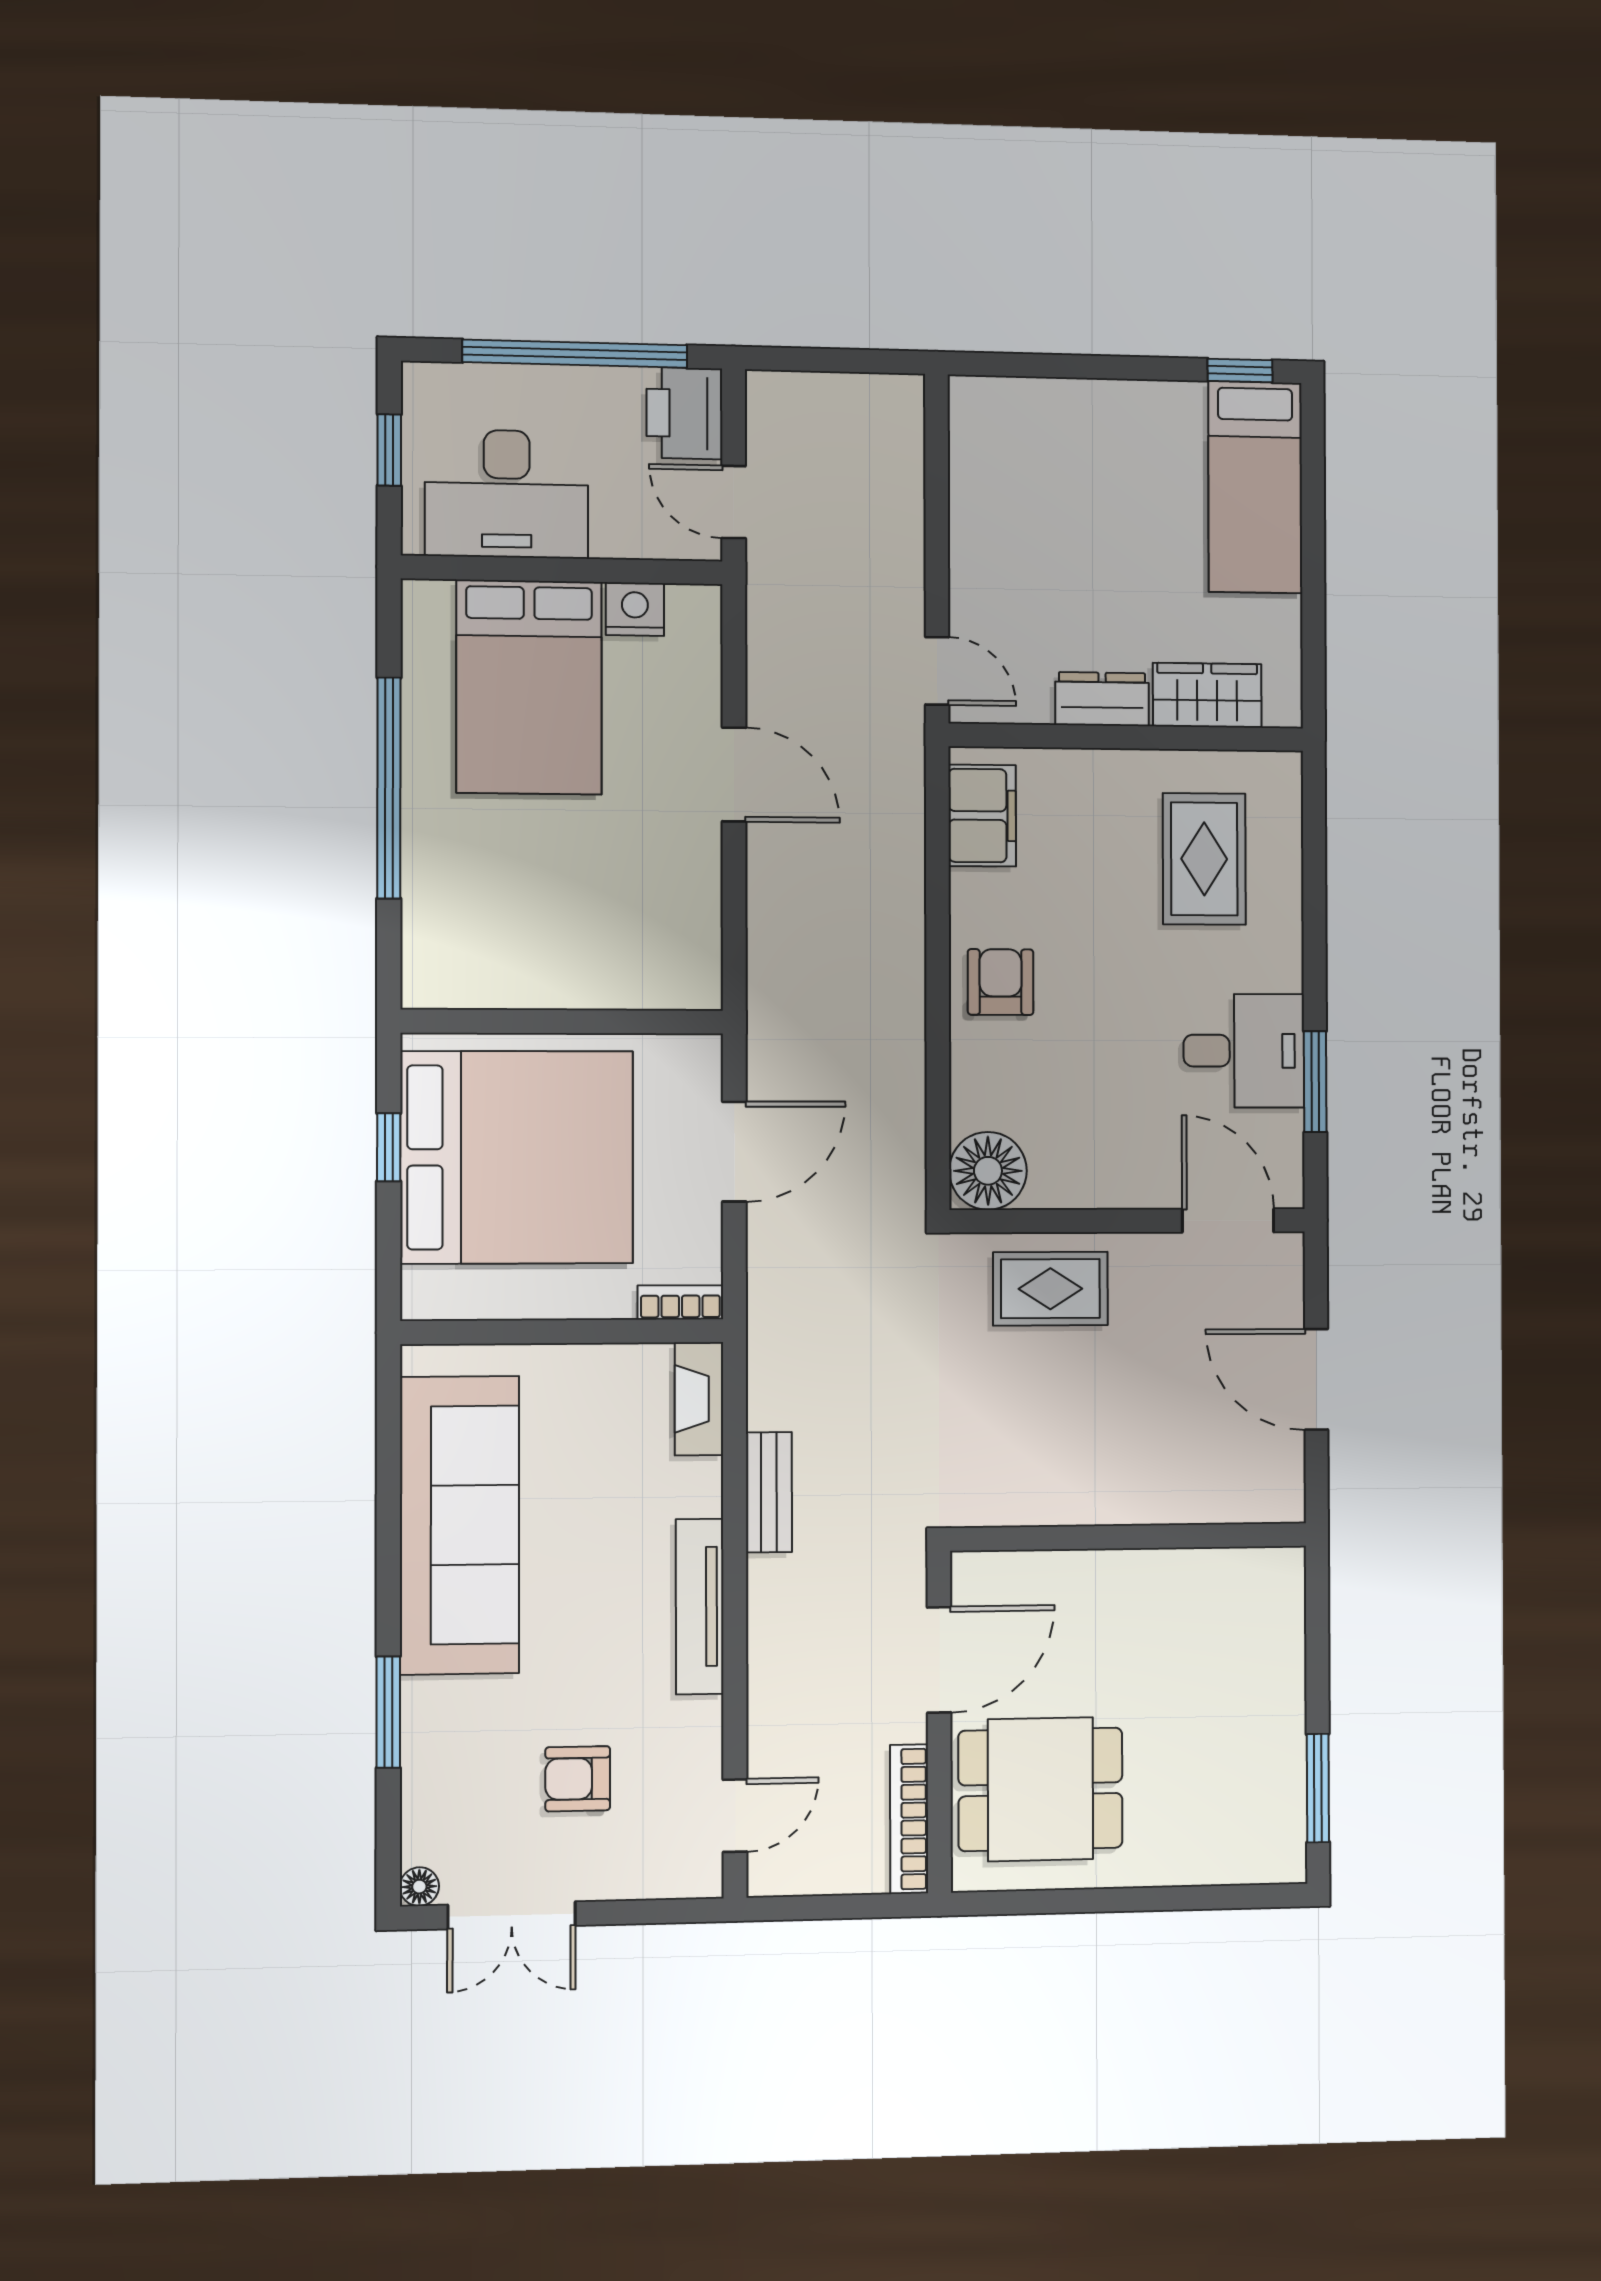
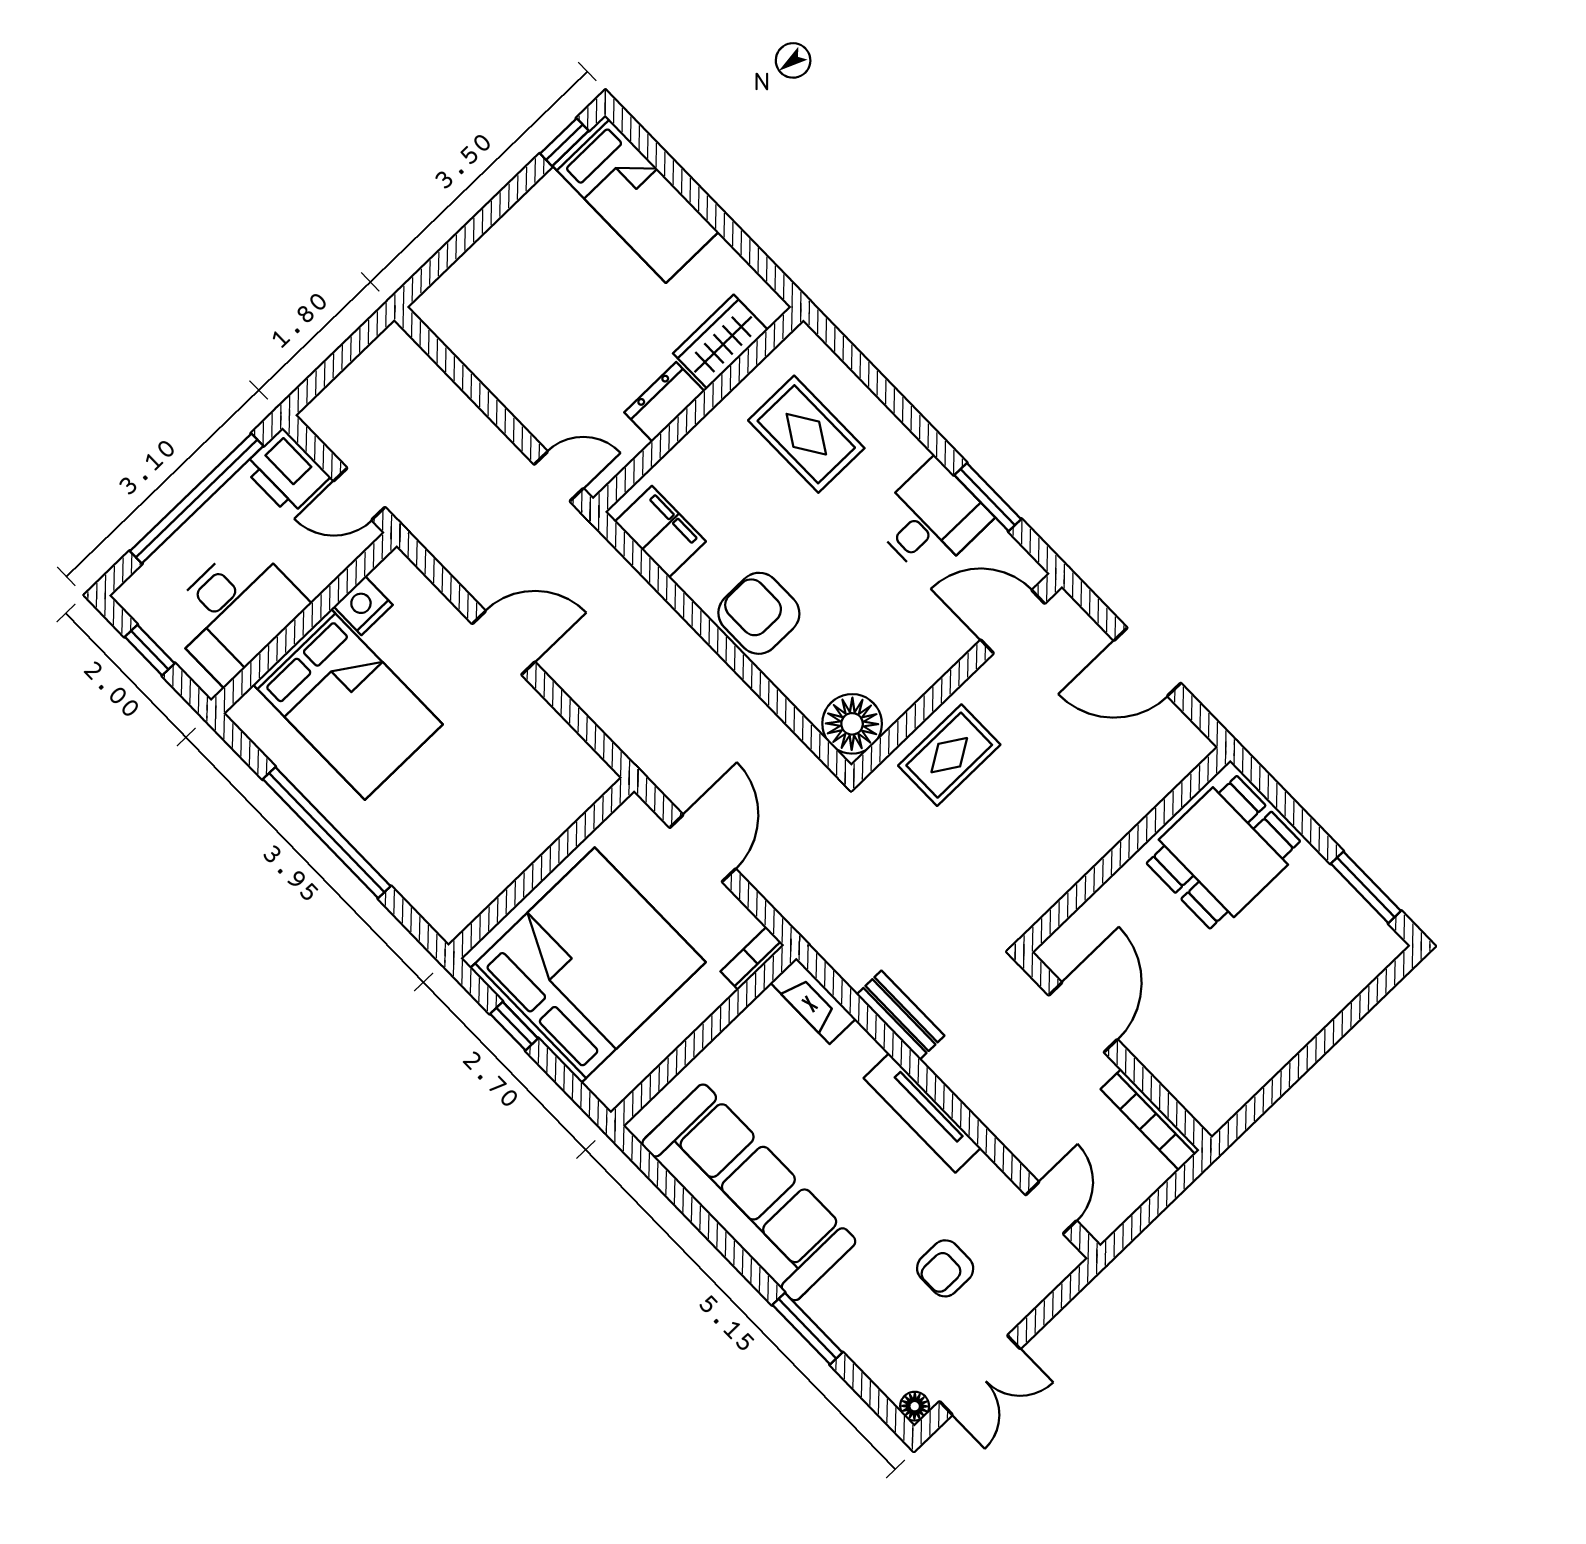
armchair: (1001, 982) -> (759, 613), width x1.38, depth x1.38
dining table: (1041, 1789) -> (1223, 852), moved

